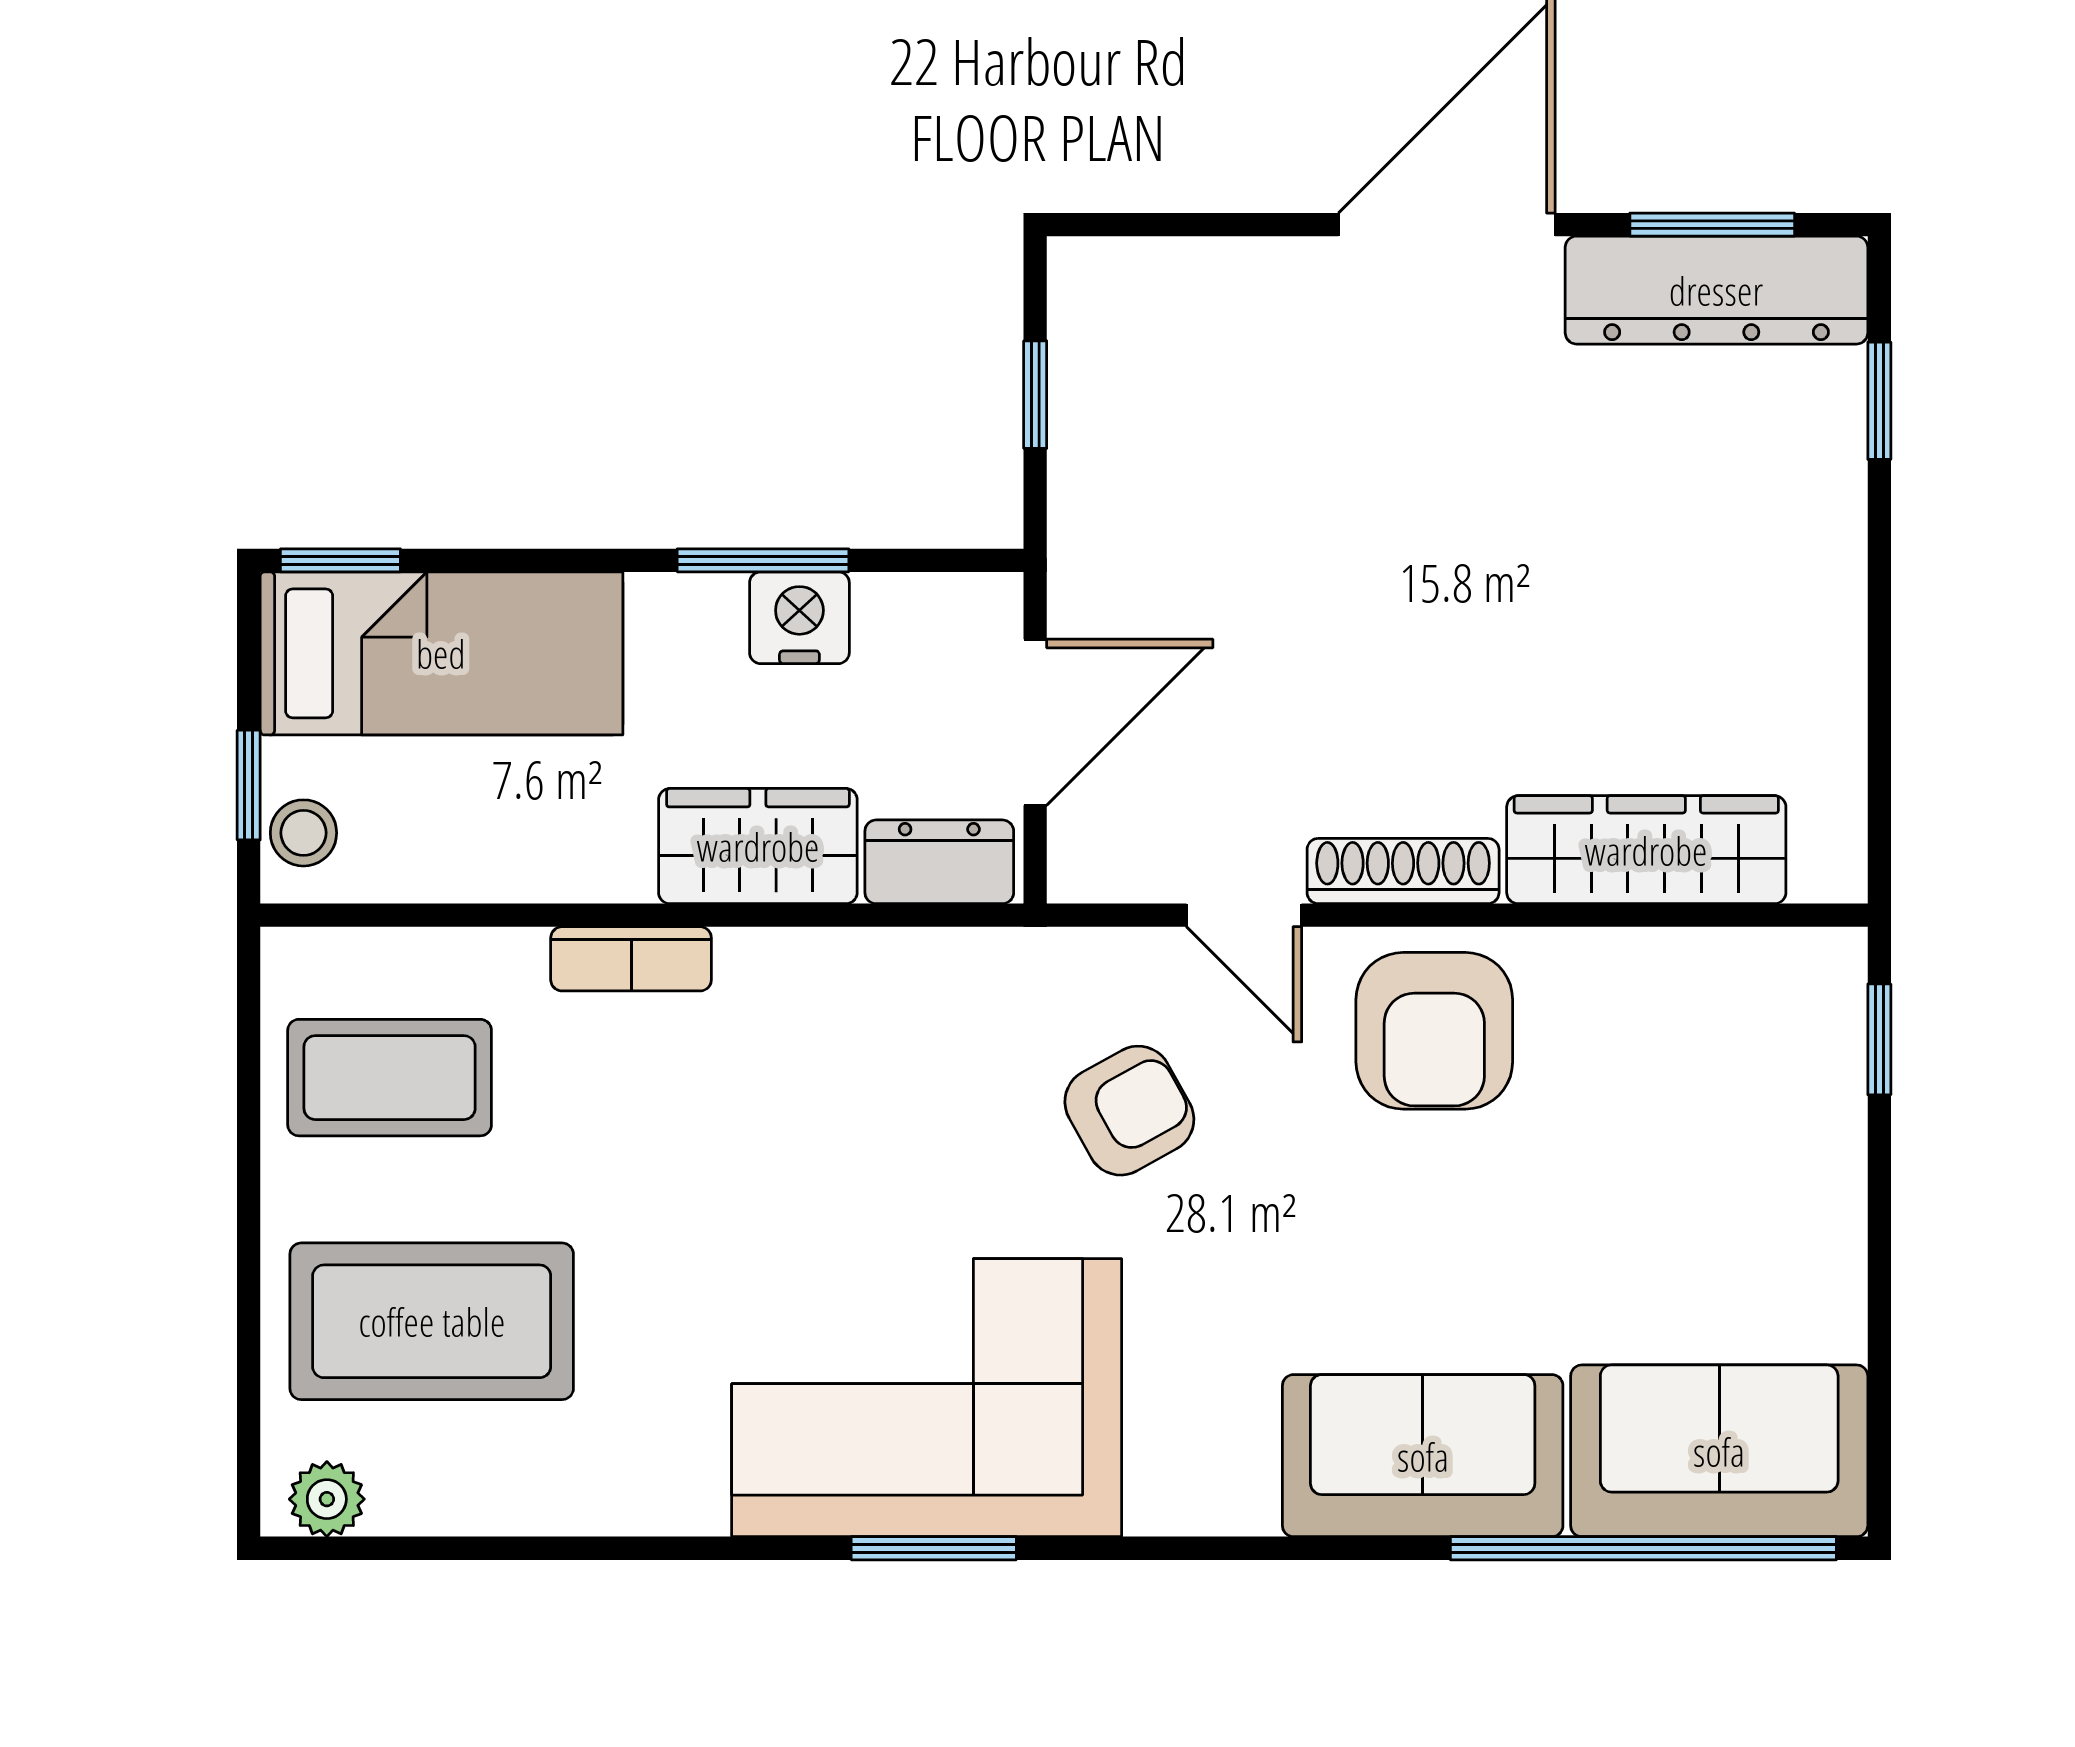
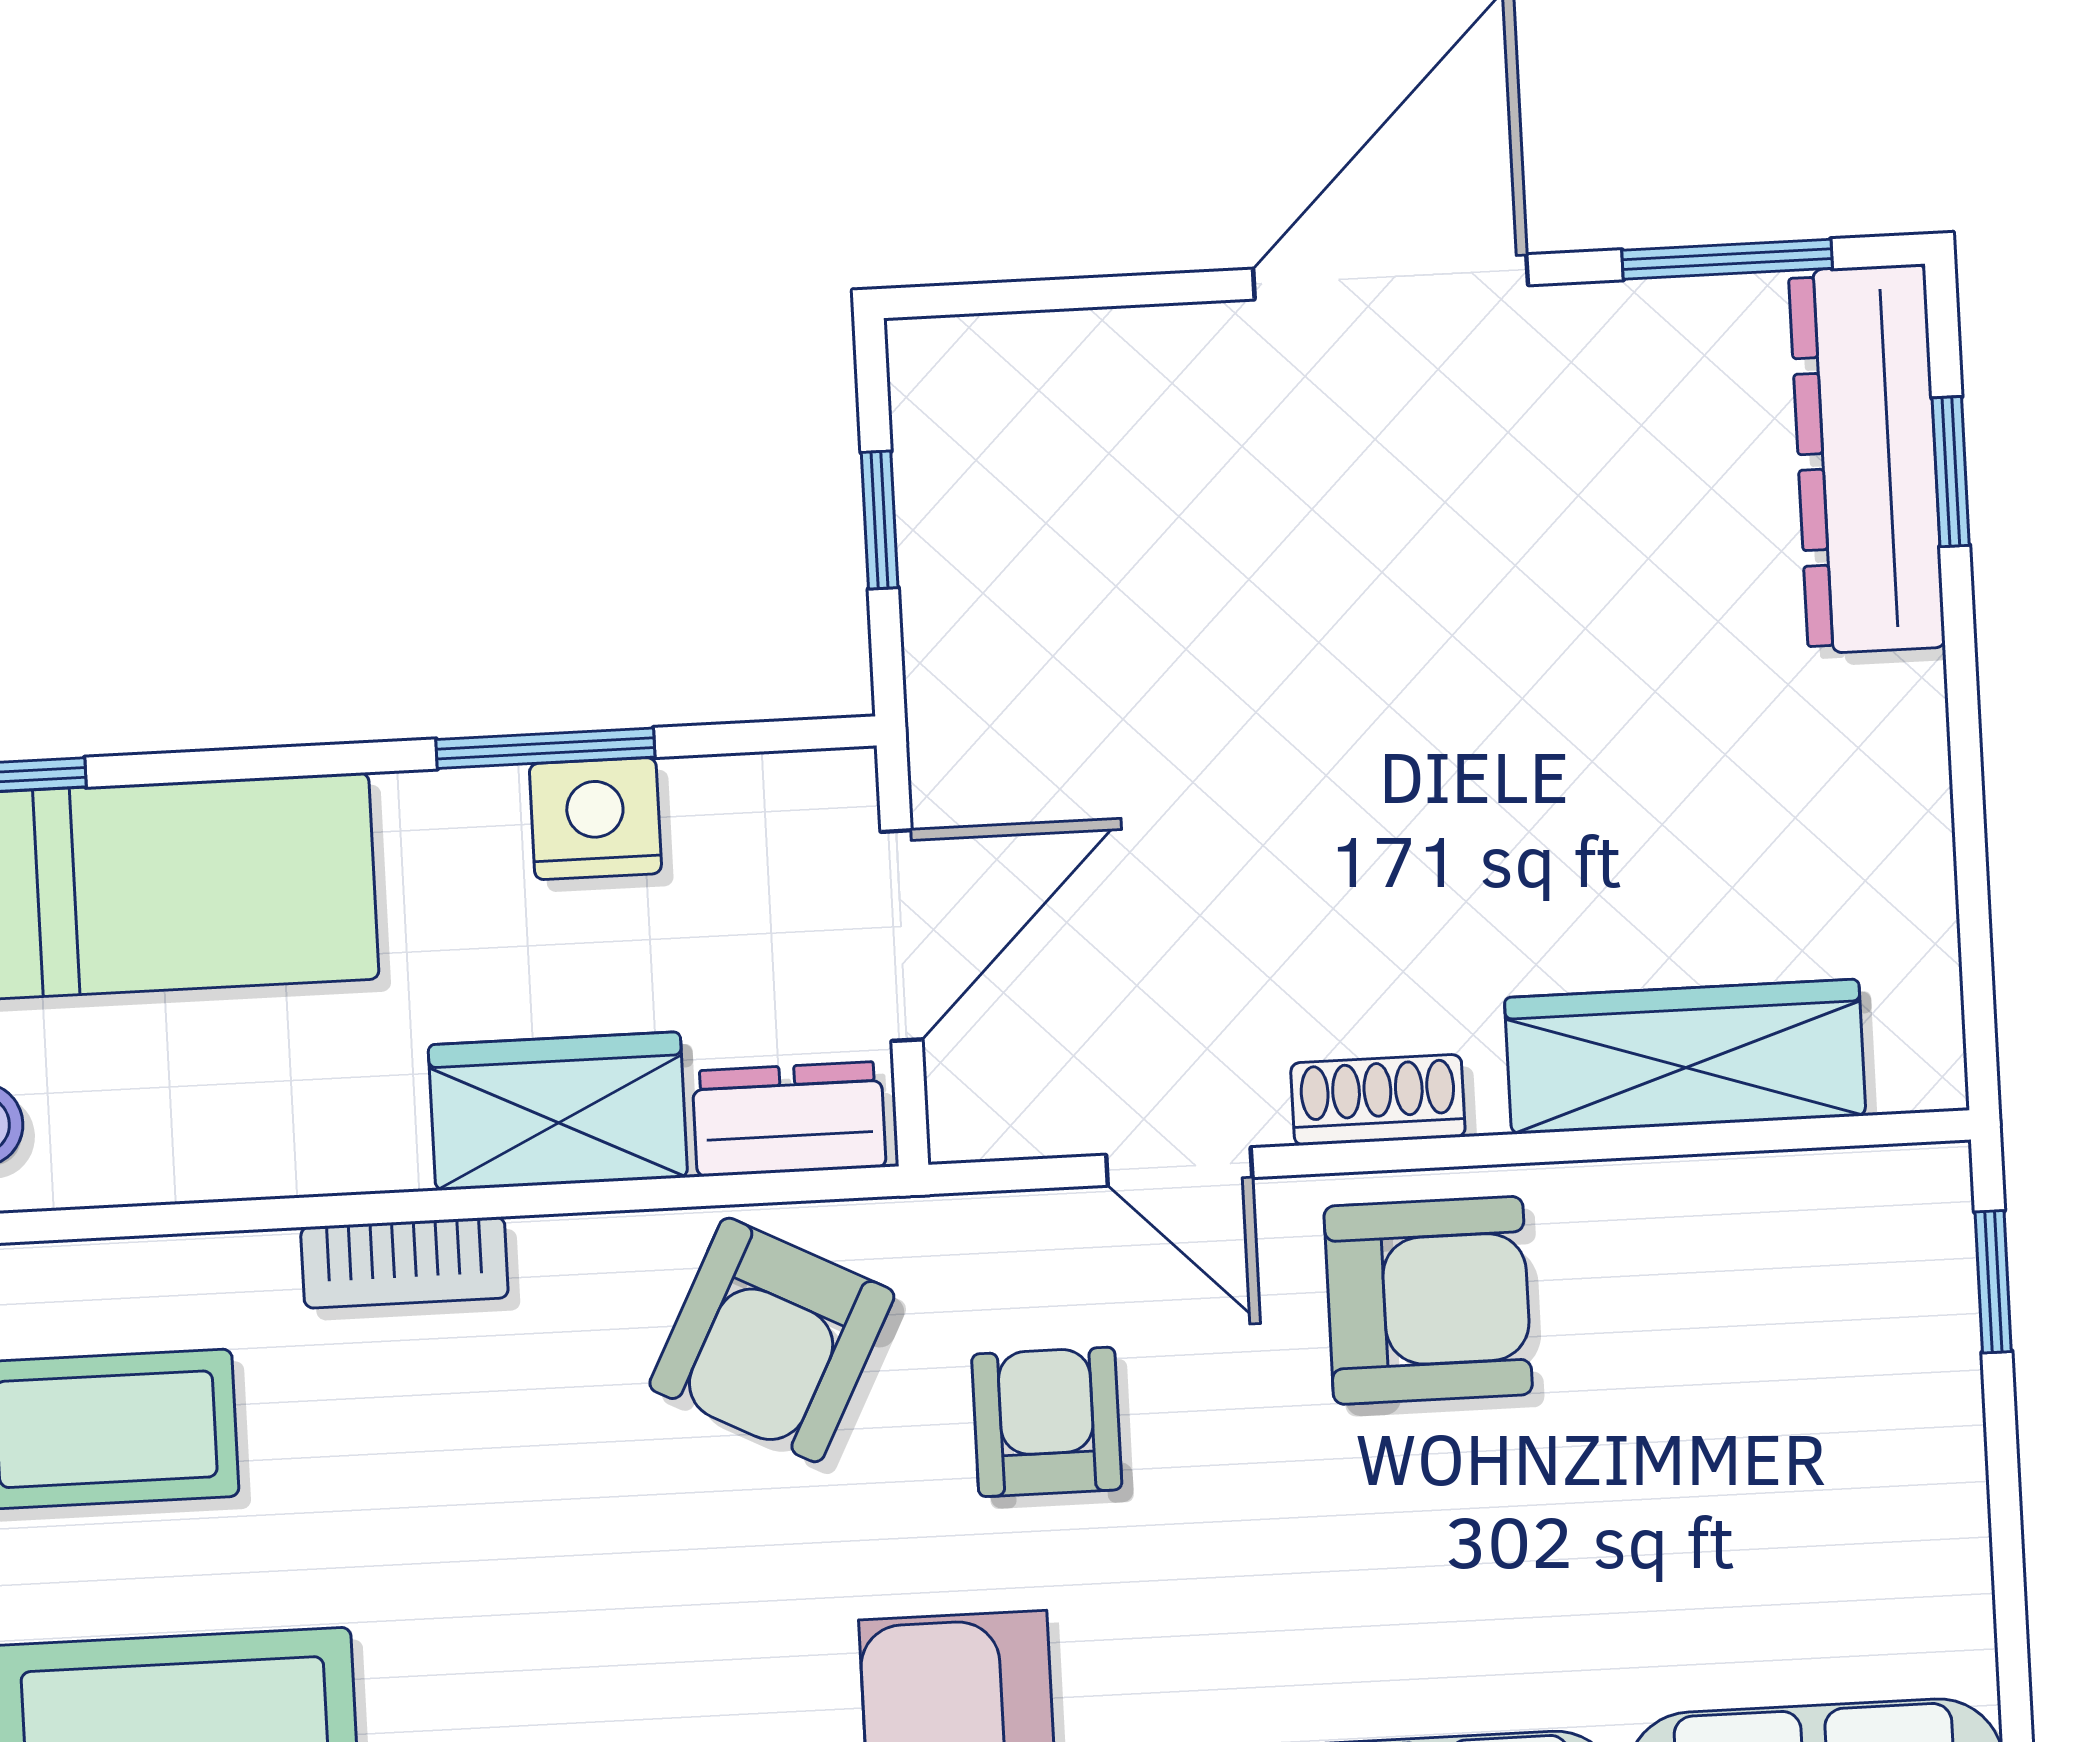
dresser: (1716, 290) -> (1867, 459), moved, turned 90
shoe rack: (1403, 871) -> (1378, 1100), width x0.70
armchair: (1434, 1031) -> (1428, 1300), turned -90
armchair: (917, 1035) -> (772, 1340), added
armchair: (1129, 1111) -> (1047, 1422), turned -61

